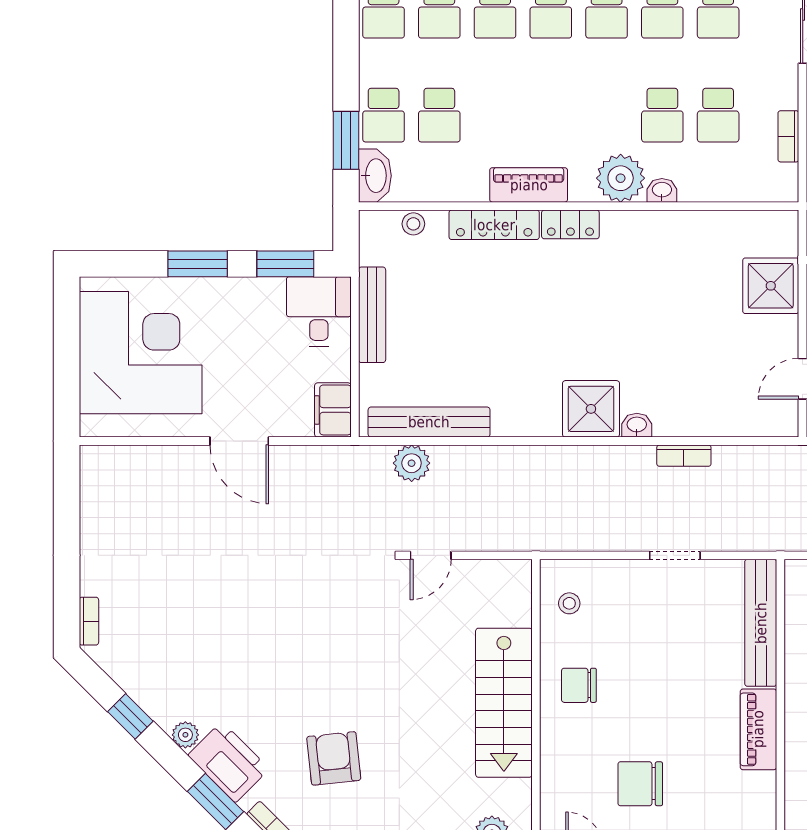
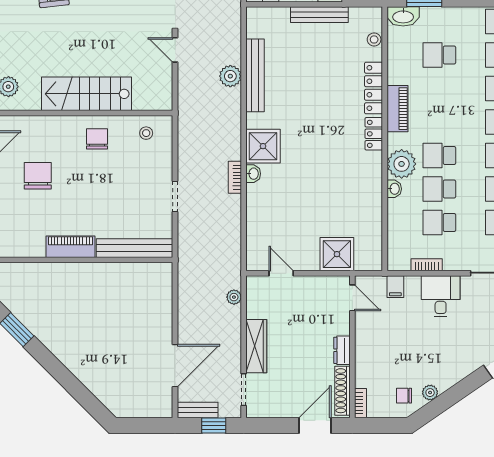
school desk: (384, 115) -> (439, 156), moved
bench: (429, 422) -> (255, 75), moved
bookcase: (684, 456) -> (235, 177), moved
plant: (412, 463) -> (230, 76), moved

